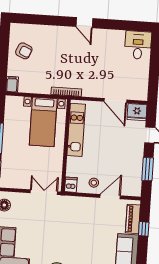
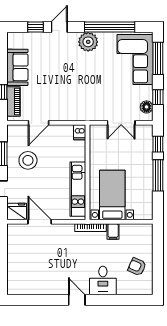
desk: (138, 45) -> (103, 280), moved
filing cabinet: (12, 84) -> (113, 232), moved
stool: (94, 183) -> (28, 160), moved, width x1.89, depth x1.89
double door: (44, 192) -> (121, 123), moved

